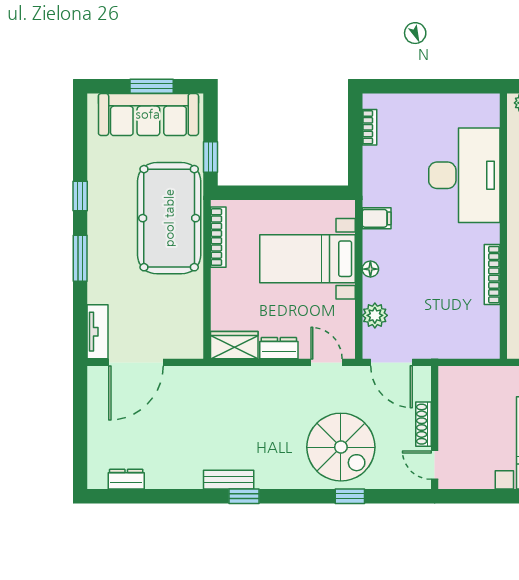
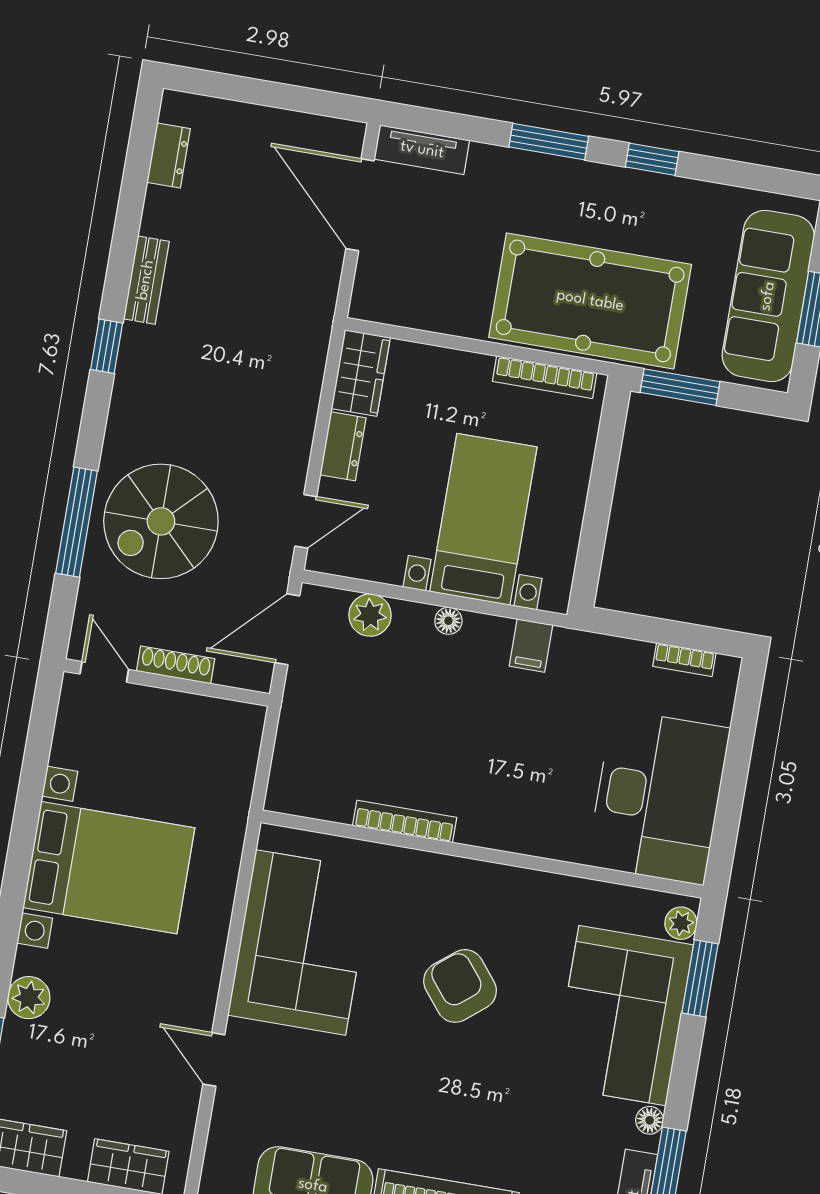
window: (211, 157) -> (680, 387), width x1.50
desk: (464, 175) -> (658, 797), moved, turned -90
door: (435, 465) -> (104, 672), hinge flipped
bench: (229, 480) -> (146, 280), moved
window: (350, 496) -> (77, 522), width x2.17

